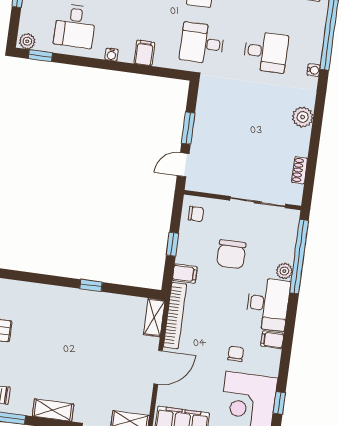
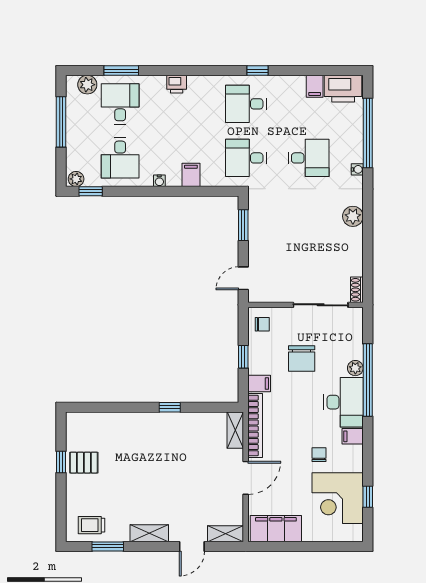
window: (188, 128) -> (243, 225), moved
shoe rack: (300, 170) -> (357, 290), moved
window: (299, 257) -> (368, 380), moved

